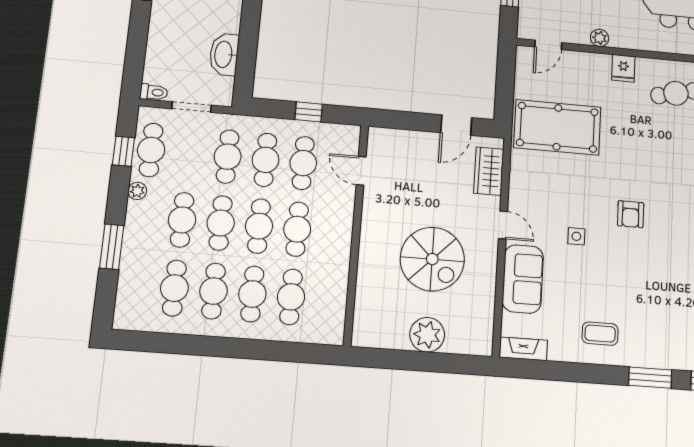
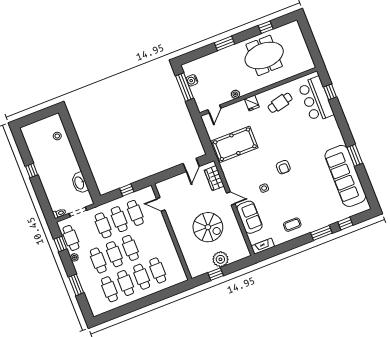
cafe table: (297, 229) -> (146, 242), removed
window: (404, 360) -> (216, 274), added

